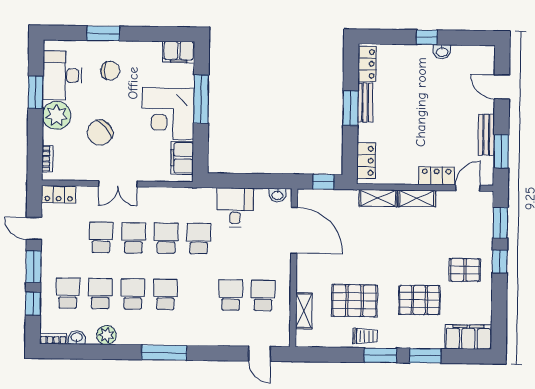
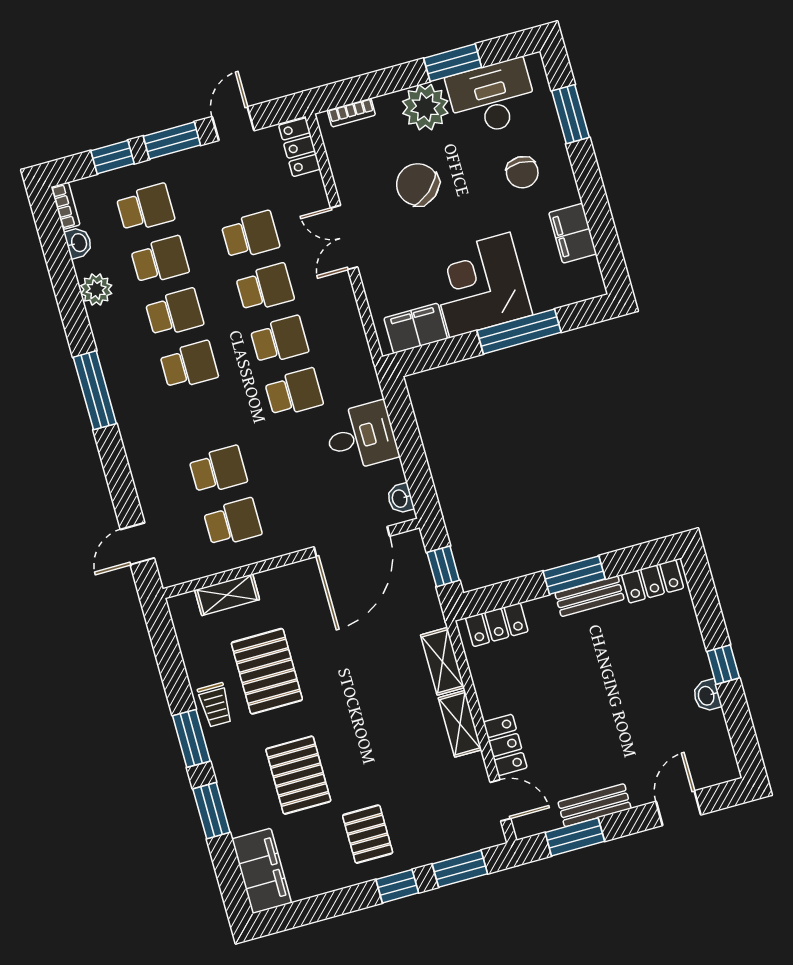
window: (103, 33) -> (571, 114), moved
filing cabinet: (179, 52) -> (573, 233), moved

